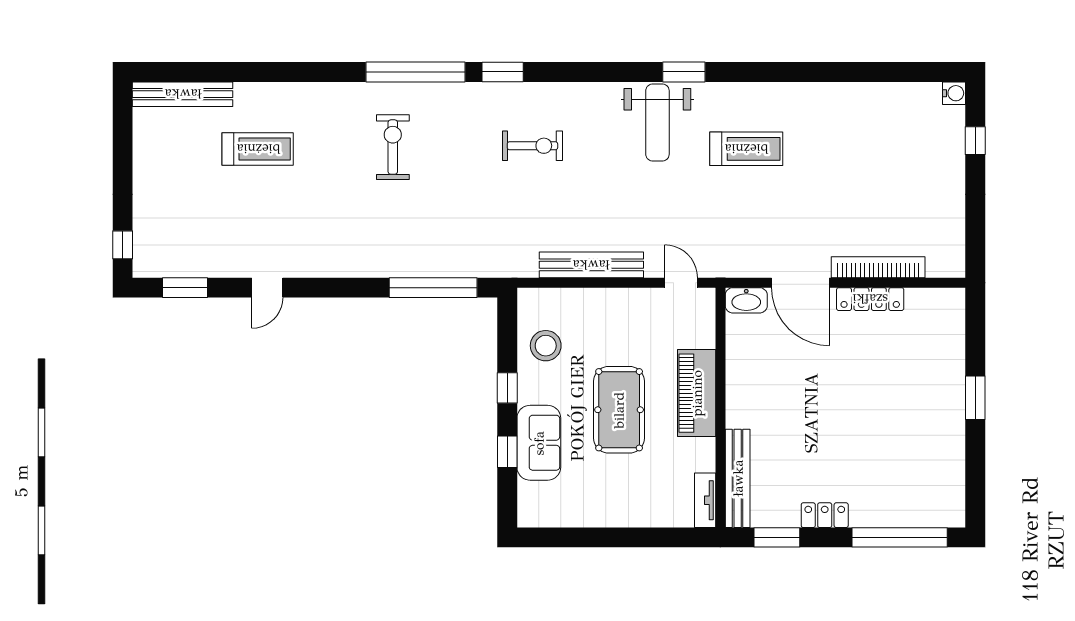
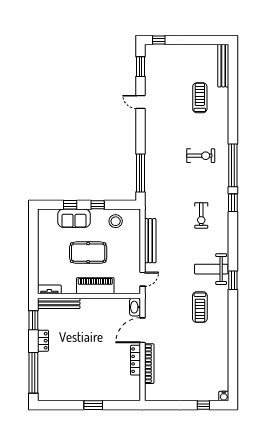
treadmill: (258, 149) -> (200, 98), turned 180

